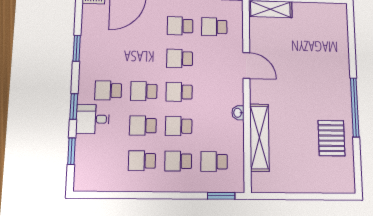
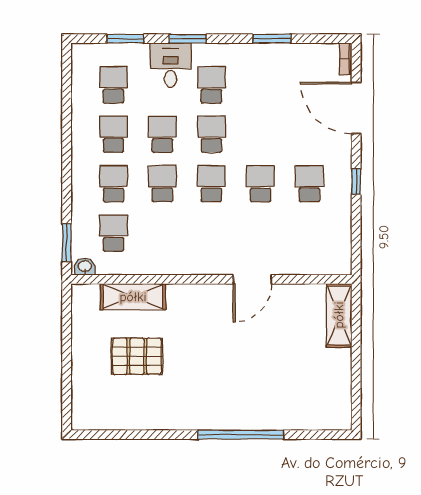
school desk: (214, 27) -> (113, 85), moved
window: (355, 107) -> (241, 435), moved
washbasin: (238, 113) -> (85, 267), moved
shelving: (259, 137) -> (133, 297), width x0.68
pallet: (331, 138) -> (137, 356), moved

